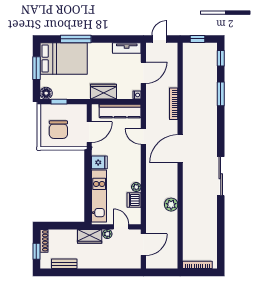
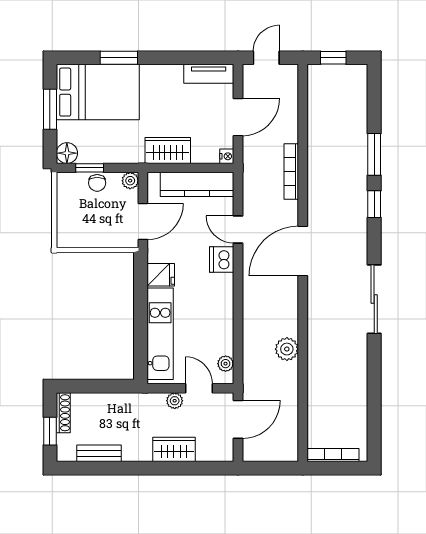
window: (76, 39) -> (119, 58), width x0.69
window: (221, 58) -> (374, 204), moved
plant: (82, 109) -> (130, 181), added
chair: (58, 130) -> (97, 183), moved, width x0.54, depth x0.54
plant: (136, 187) -> (226, 364), moved
dishwasher: (134, 200) -> (222, 260), moved
wardrobe: (90, 236) -> (174, 449), moved, turned 180

